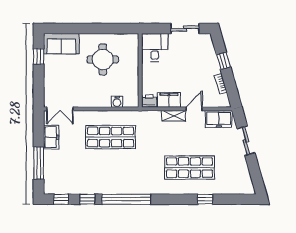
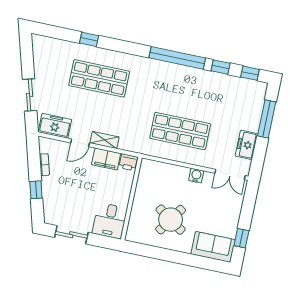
round table: (103, 59) -> (171, 220), turned 34
water cooler: (117, 102) -> (196, 176), moved
double door: (60, 109) -> (230, 174), swing flipped

